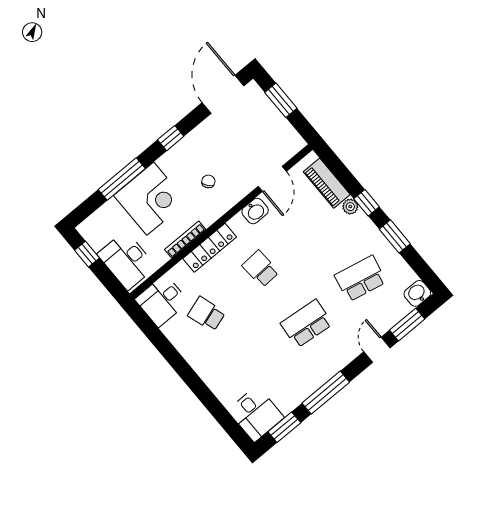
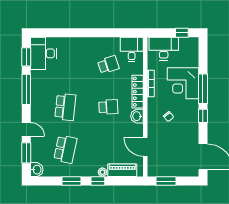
window: (281, 100) -> (166, 181), moved
window: (122, 179) -> (203, 89), moved
washbasin: (255, 211) -> (137, 116), moved
desk: (256, 414) -> (43, 53), width x1.37

